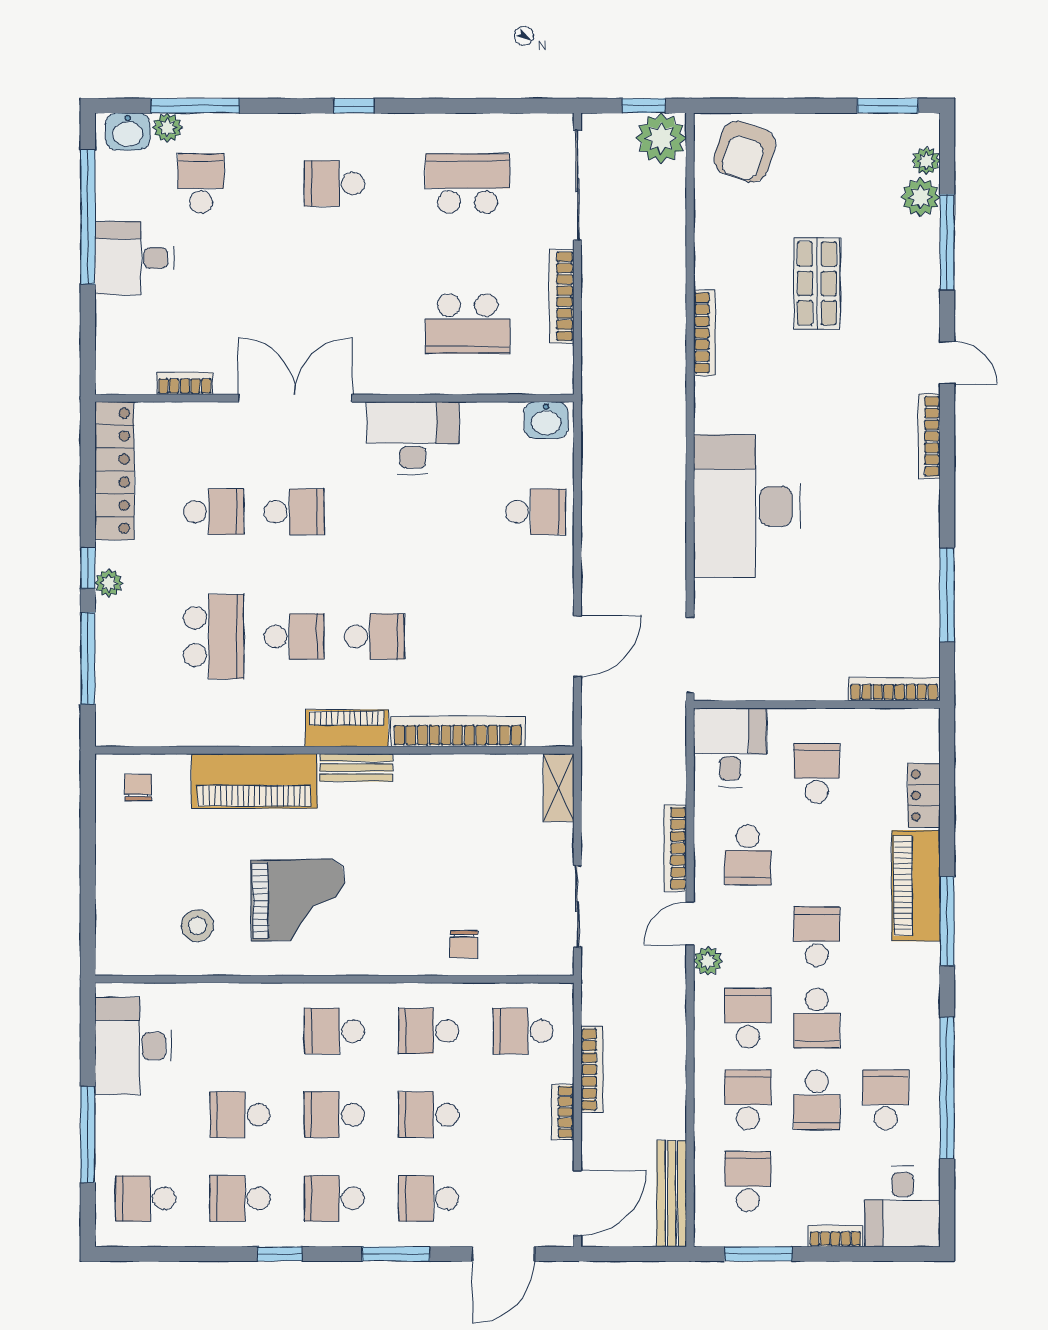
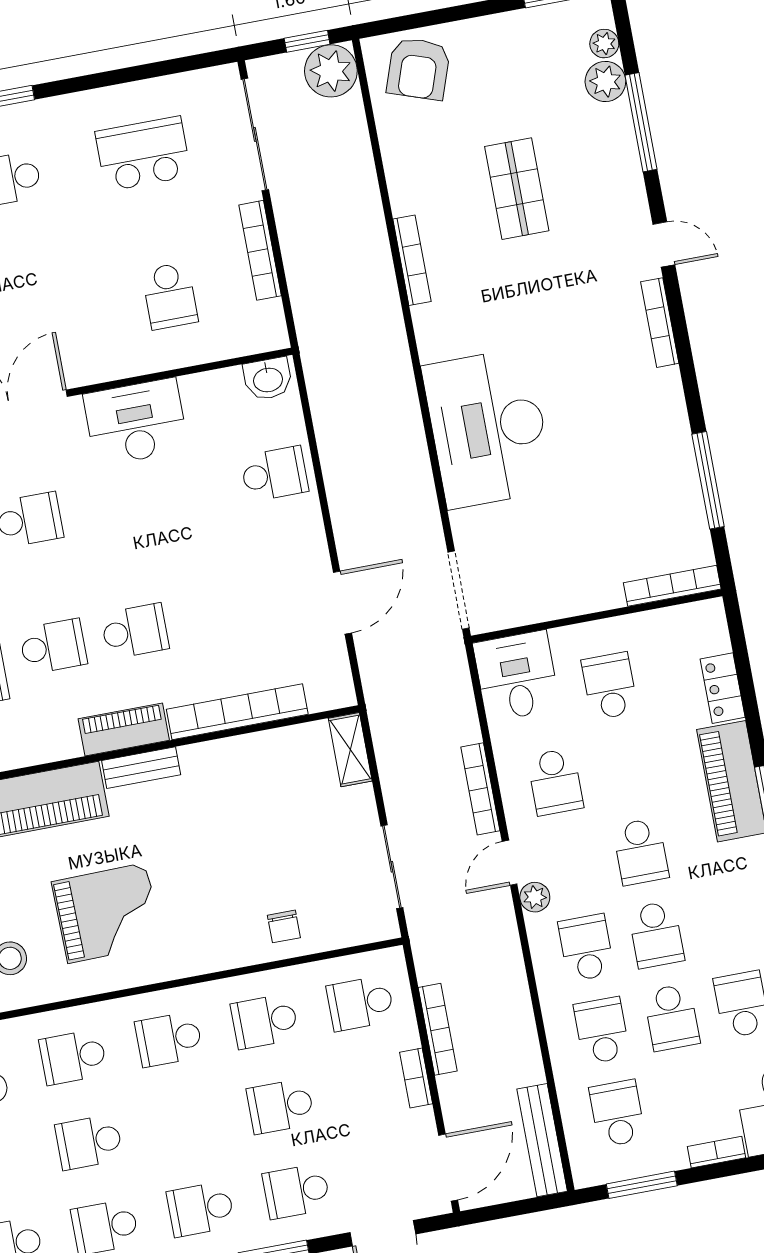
school desk: (468, 324) -> (170, 296), width x0.54
school desk: (817, 937) -> (641, 852), turned 180
school desk: (334, 1115) -> (73, 1057), moved

